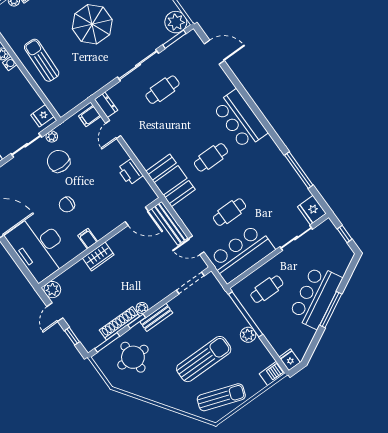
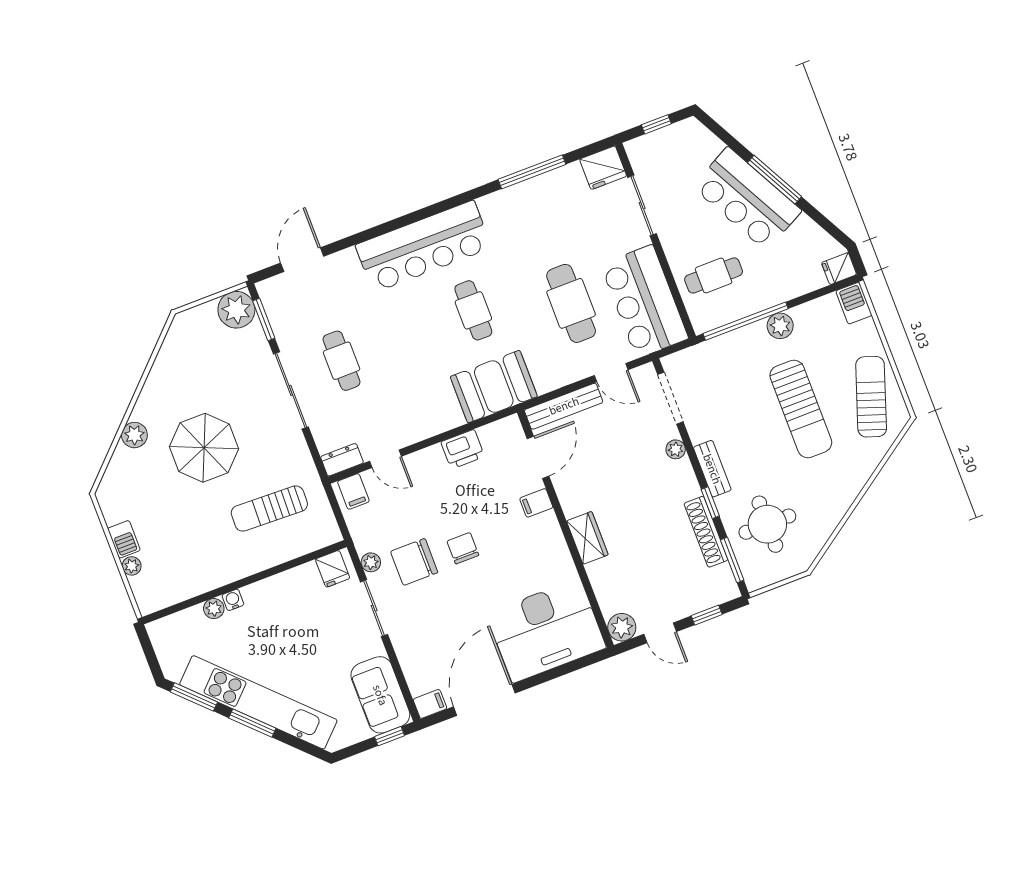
sun lounger: (42, 60) -> (269, 509), moved
bar counter: (240, 119) -> (423, 246), width x1.36
chair: (67, 205) -> (463, 548), moved, turned 180
cafe table: (230, 212) -> (571, 303), width x1.37, depth x1.35
filing cabinet: (88, 239) -> (536, 503), moved
door: (196, 245) -> (611, 373), hinge flipped
cafe table: (267, 289) -> (714, 275), turned 90
plant: (142, 308) -> (676, 449), moved
sun lounger: (204, 359) -> (801, 409), turned 180

